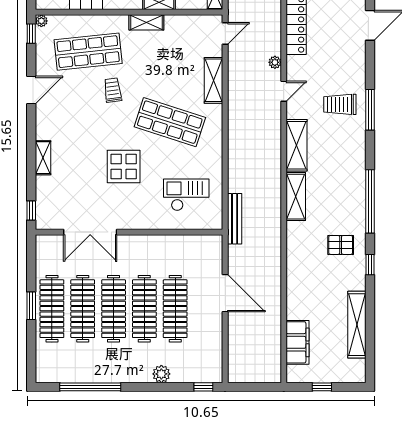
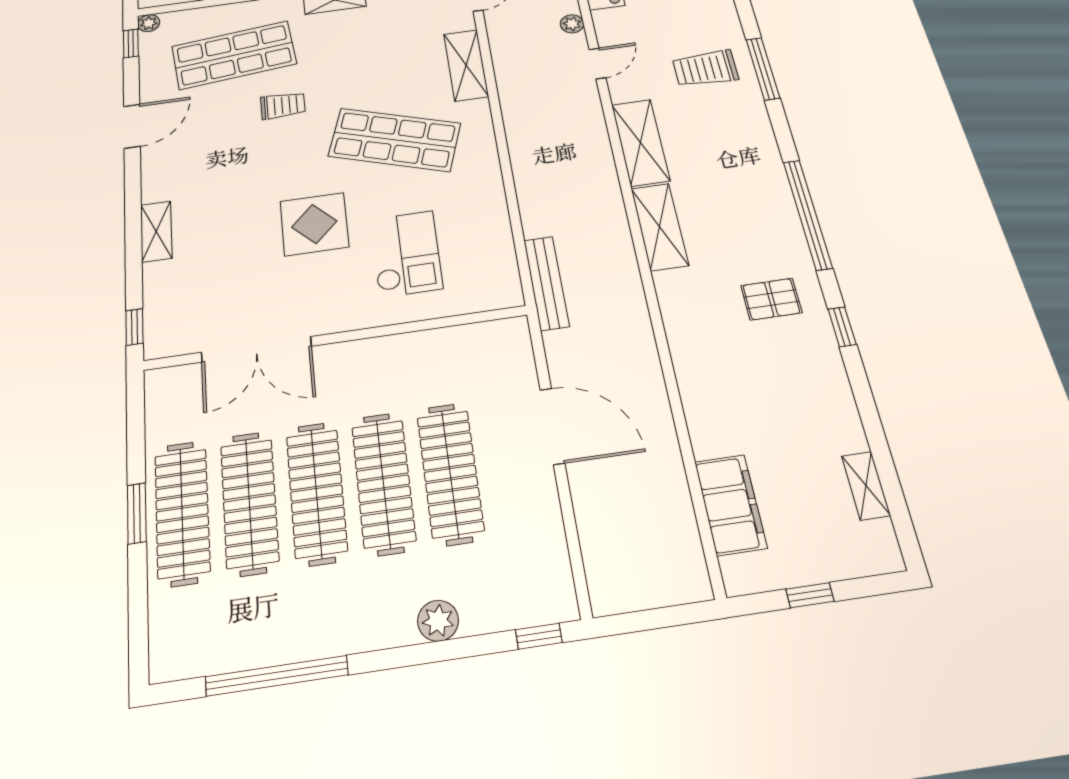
trolley: (113, 90) -> (283, 106), turned 98
checkout: (186, 195) -> (406, 254), moved, turned 90
shelving: (357, 325) -> (866, 486), width x0.45, depth x0.75

